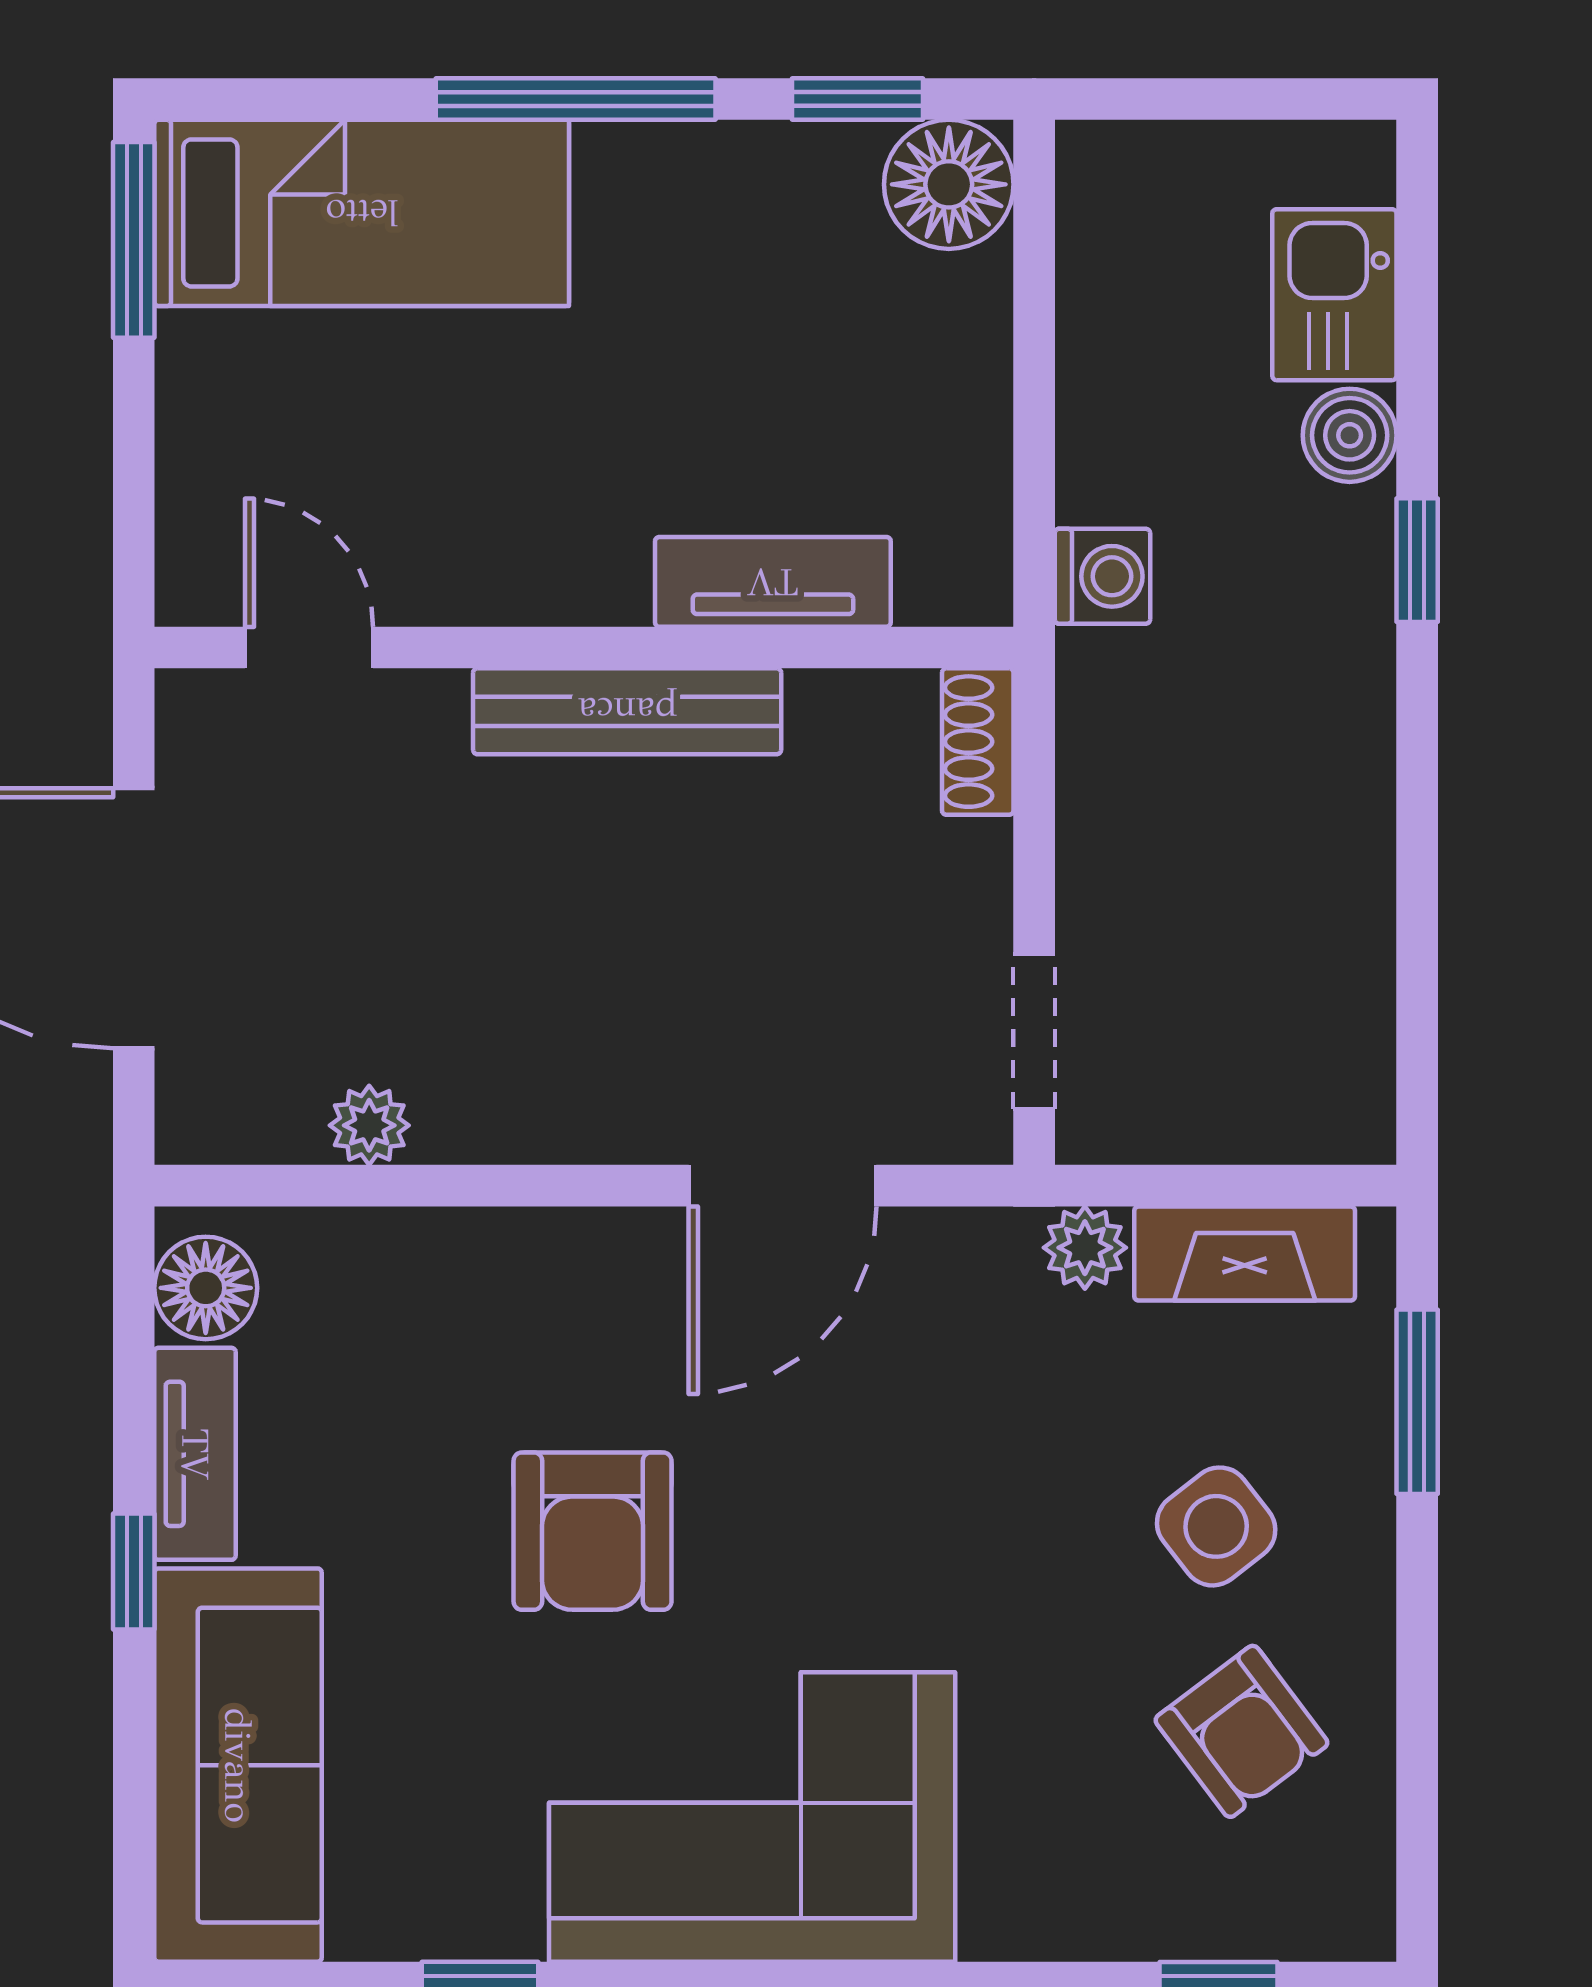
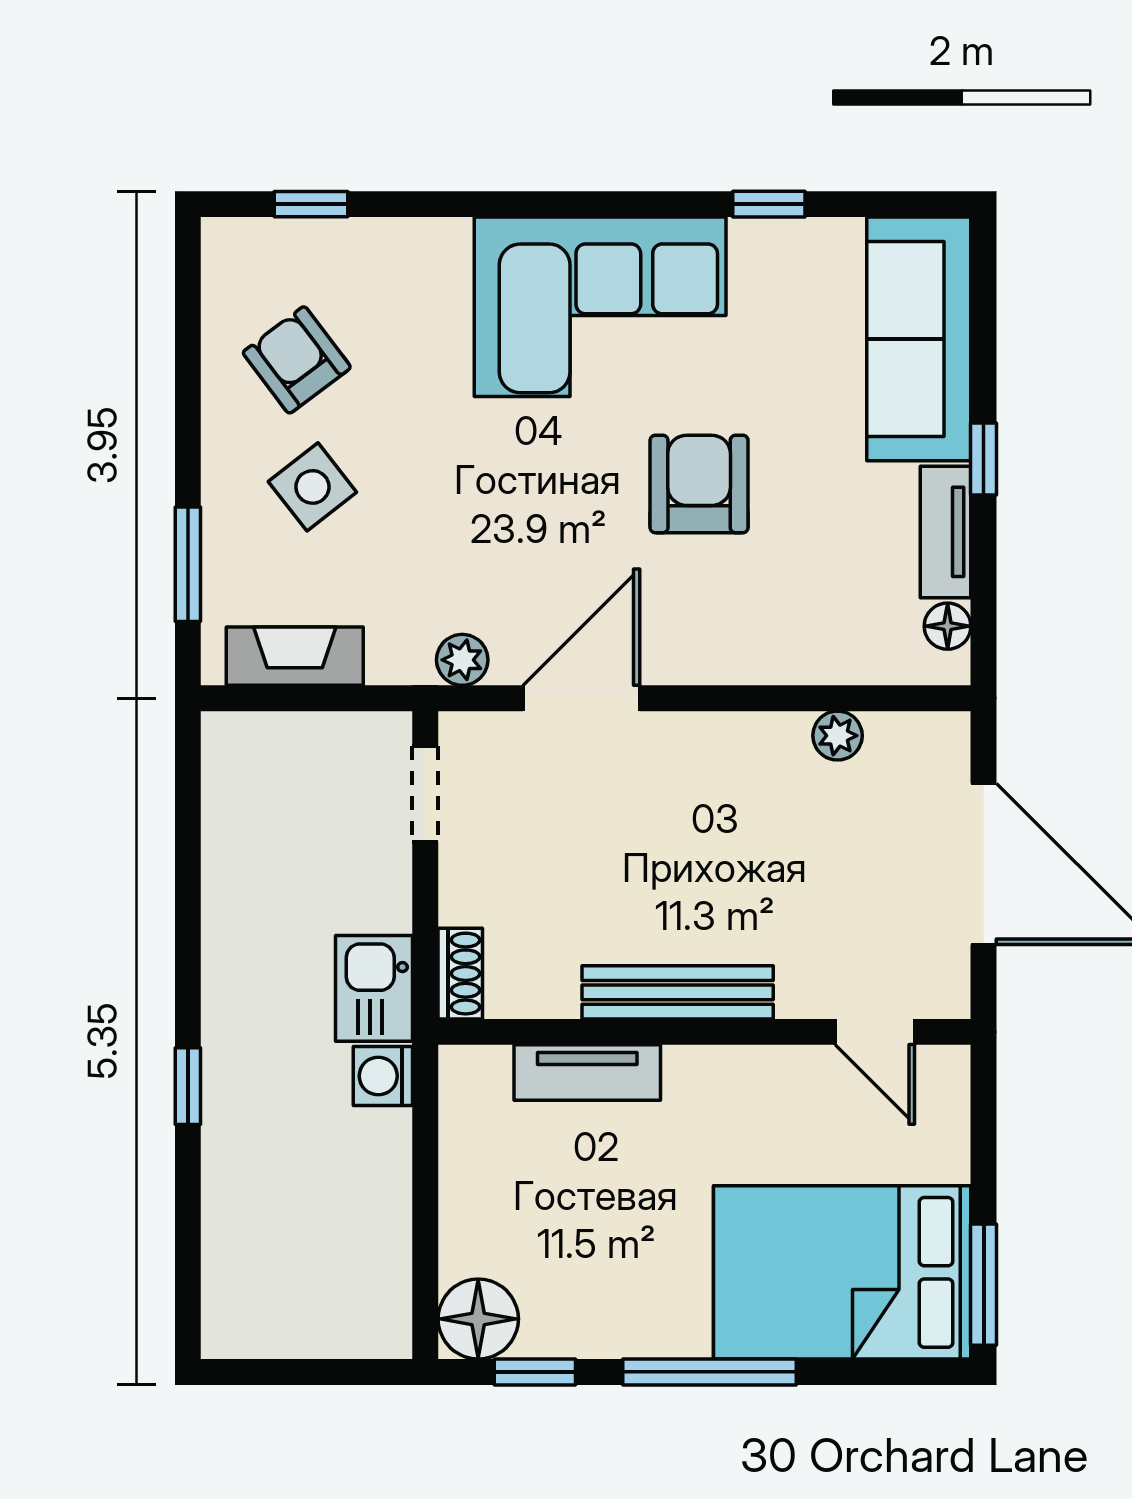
bed: (362, 213) -> (842, 1272), width x1.50
kitchen sink: (1334, 295) -> (374, 988), moved, turned 180
boiler: (1350, 435) -> (230, 1163), removed
plant: (1085, 1248) -> (462, 660), moved
floor lamp: (206, 1288) -> (948, 626), width x0.73, depth x0.73

